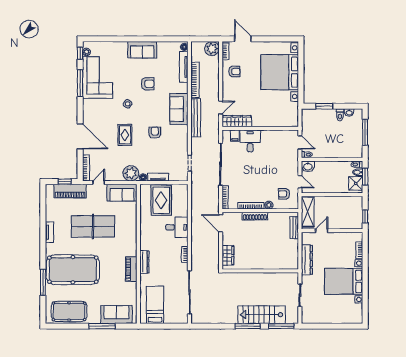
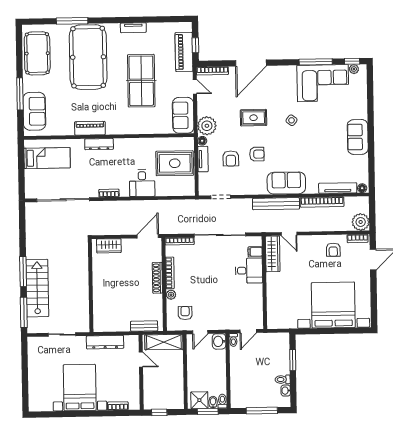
armchair: (148, 84) -> (231, 159), moved

